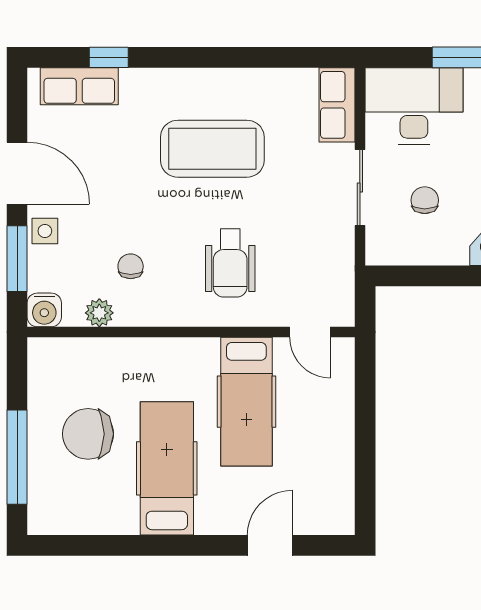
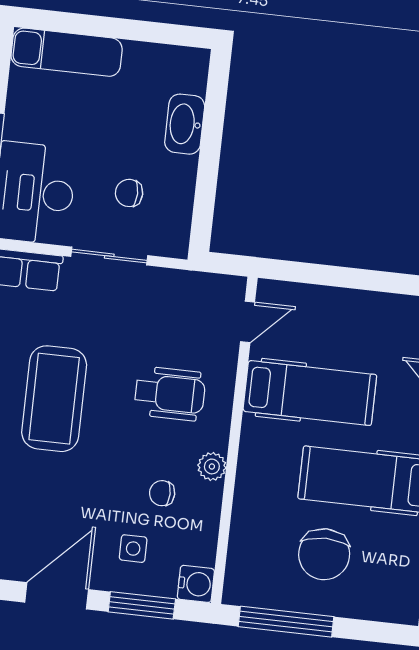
side table: (45, 231) -> (133, 549), moved
plant: (99, 313) -> (212, 466), moved
window: (17, 457) -> (286, 622), moved

